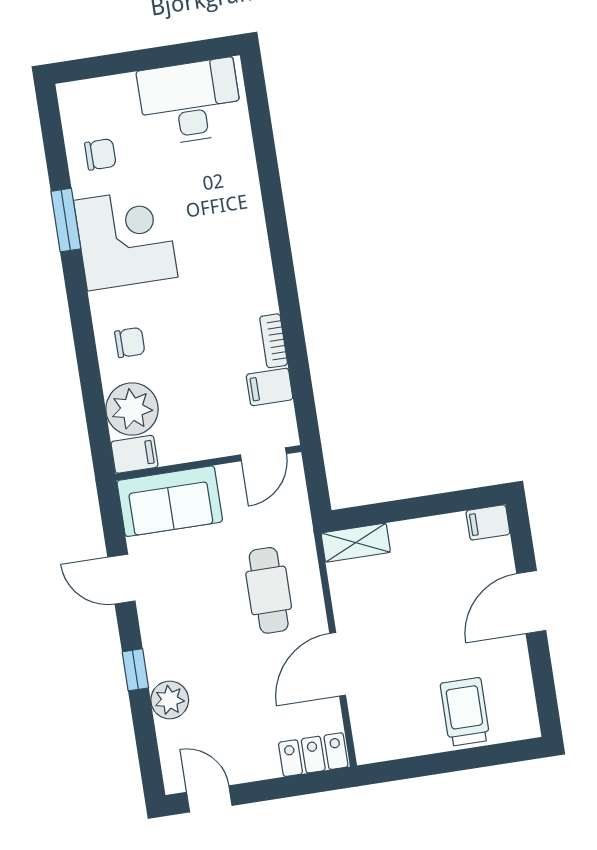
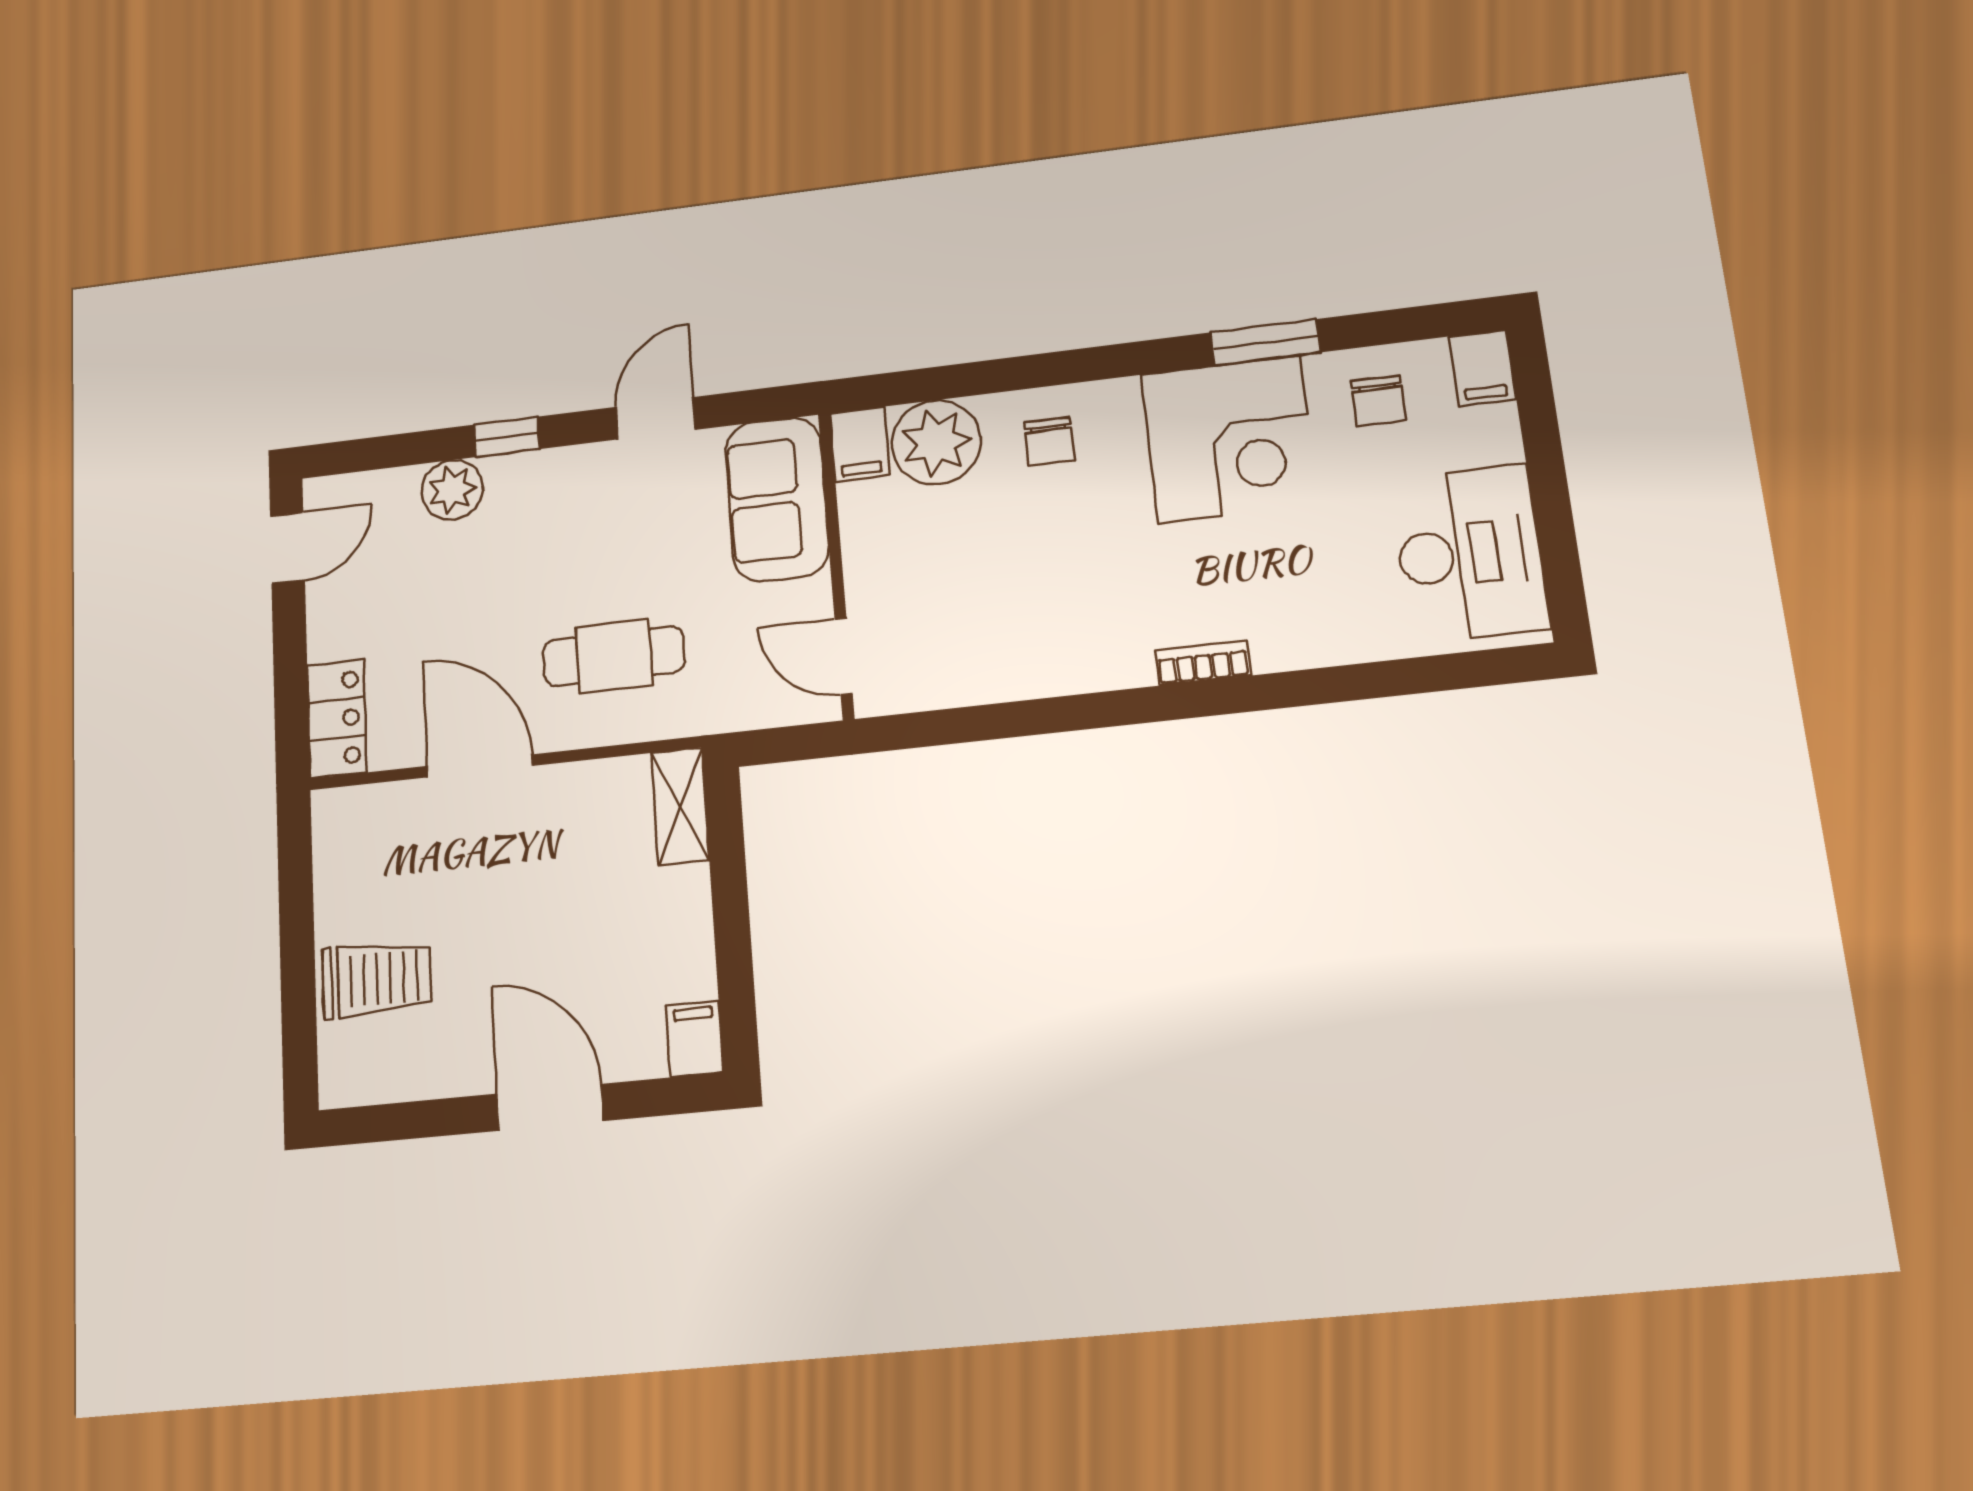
bookcase: (274, 341) -> (1203, 663), moved
filing cabinet: (270, 387) -> (1483, 368), moved, turned 180

